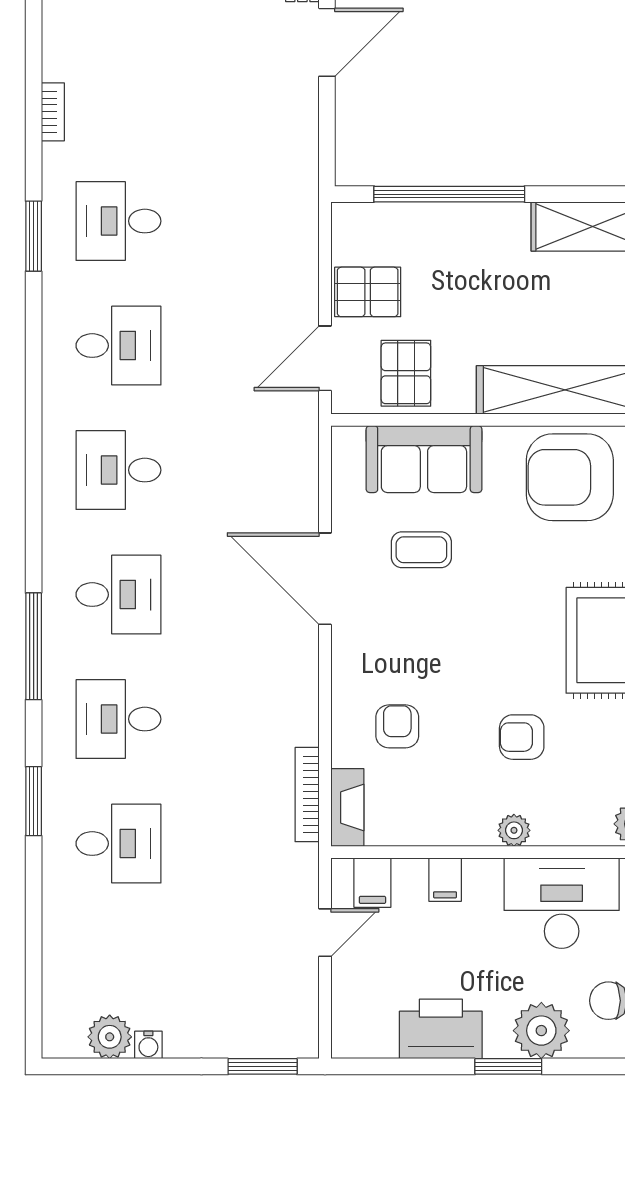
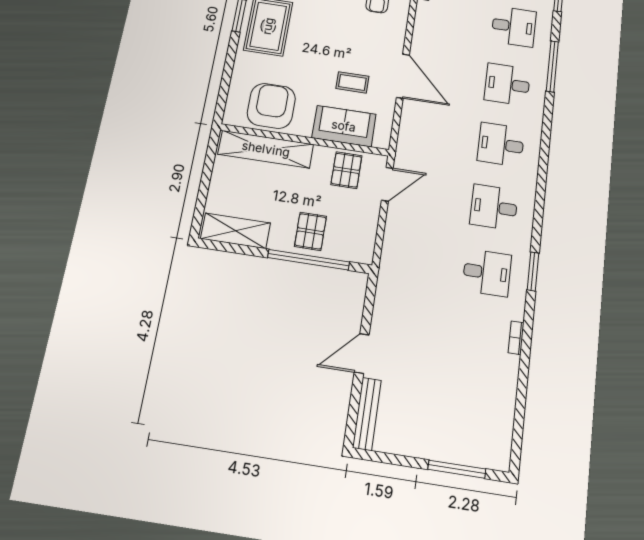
pallet: (368, 292) -> (310, 231), moved, turned 90
desk: (118, 470) -> (501, 145), turned 180
armchair: (570, 477) -> (271, 106), turned -90

